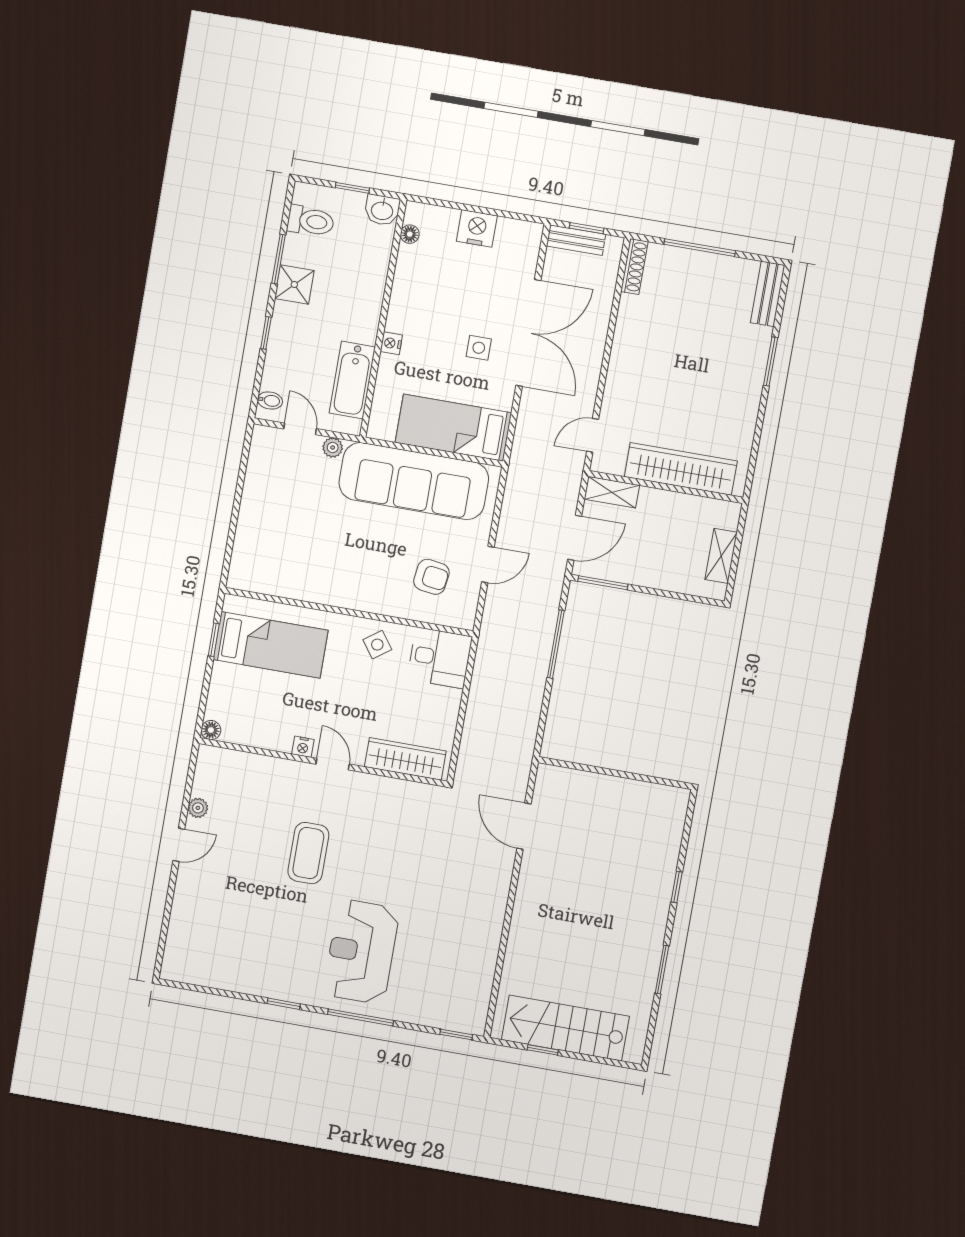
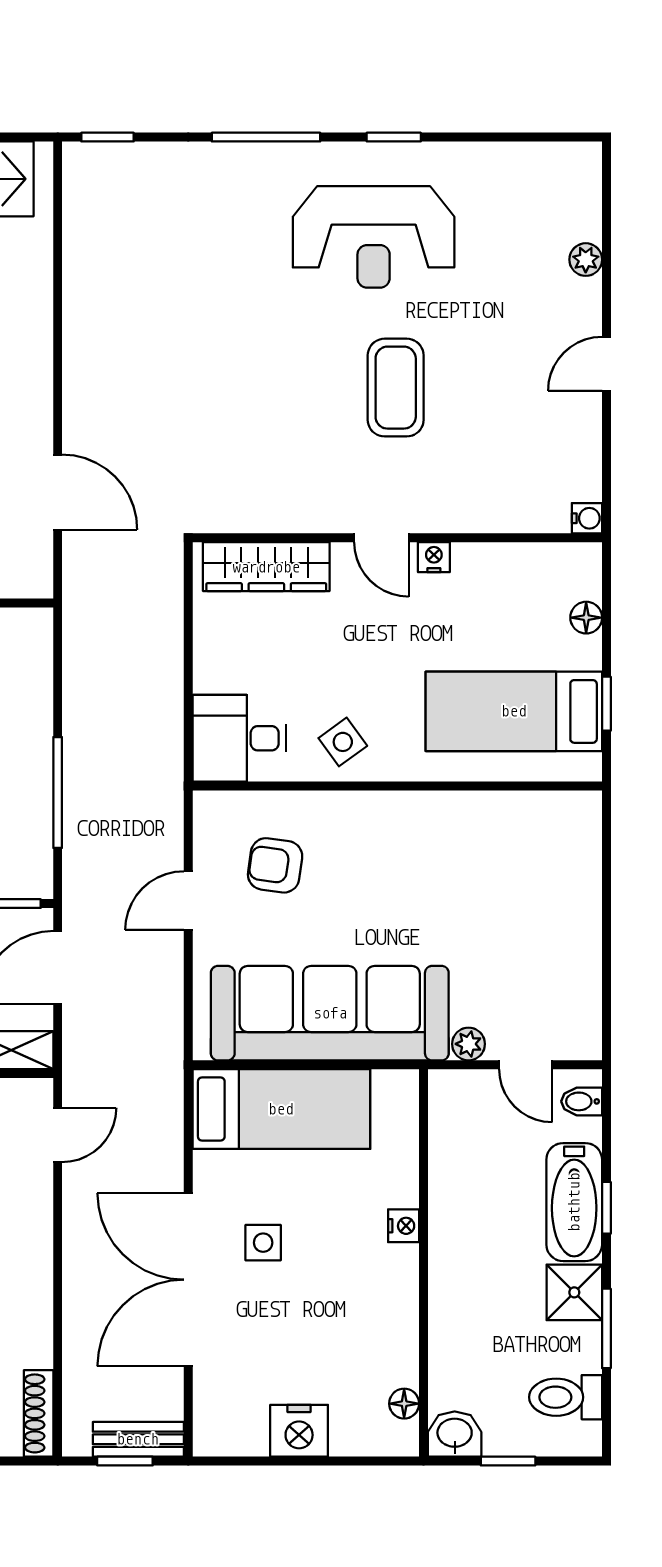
bathtub: (352, 380) -> (574, 1202), moved, turned 180
floor lamp: (211, 730) -> (586, 618), moved
water cooler: (206, 754) -> (587, 518), added
plant: (198, 808) -> (586, 260), moved
reception desk: (361, 952) -> (374, 237), moved, turned 90

